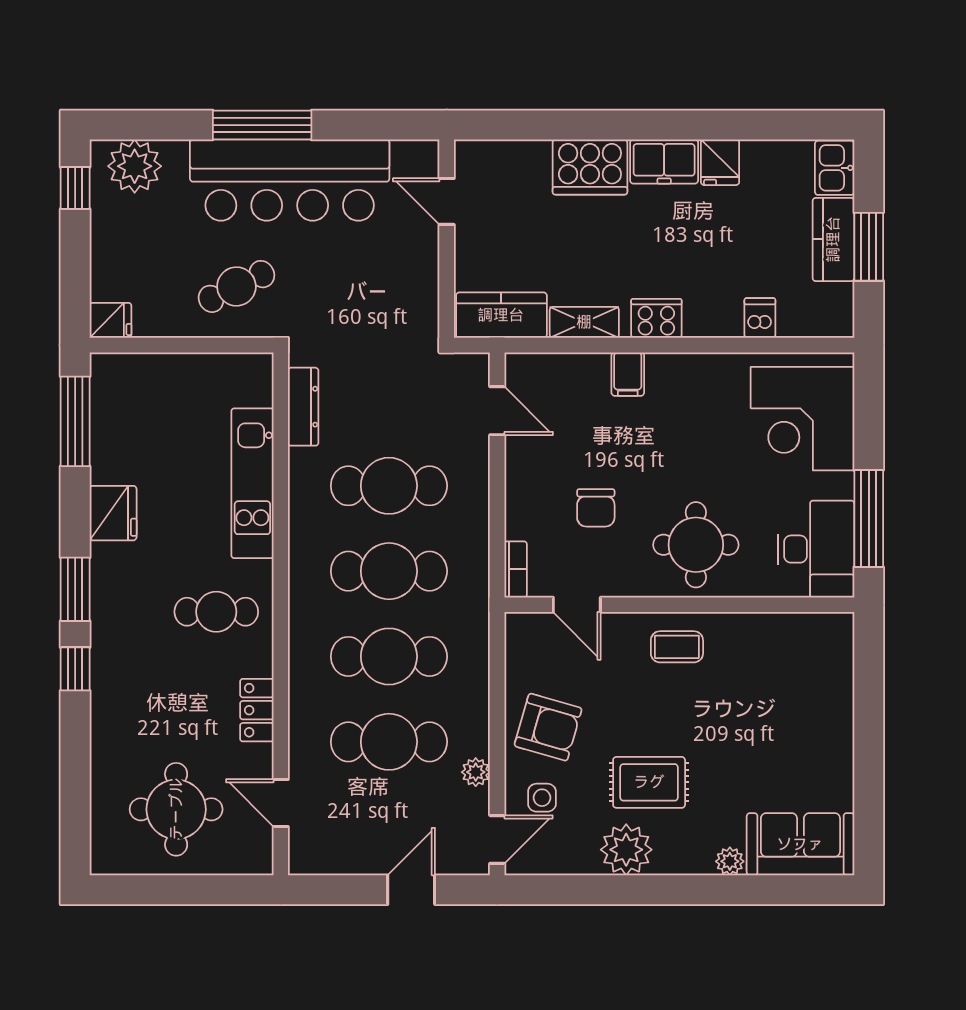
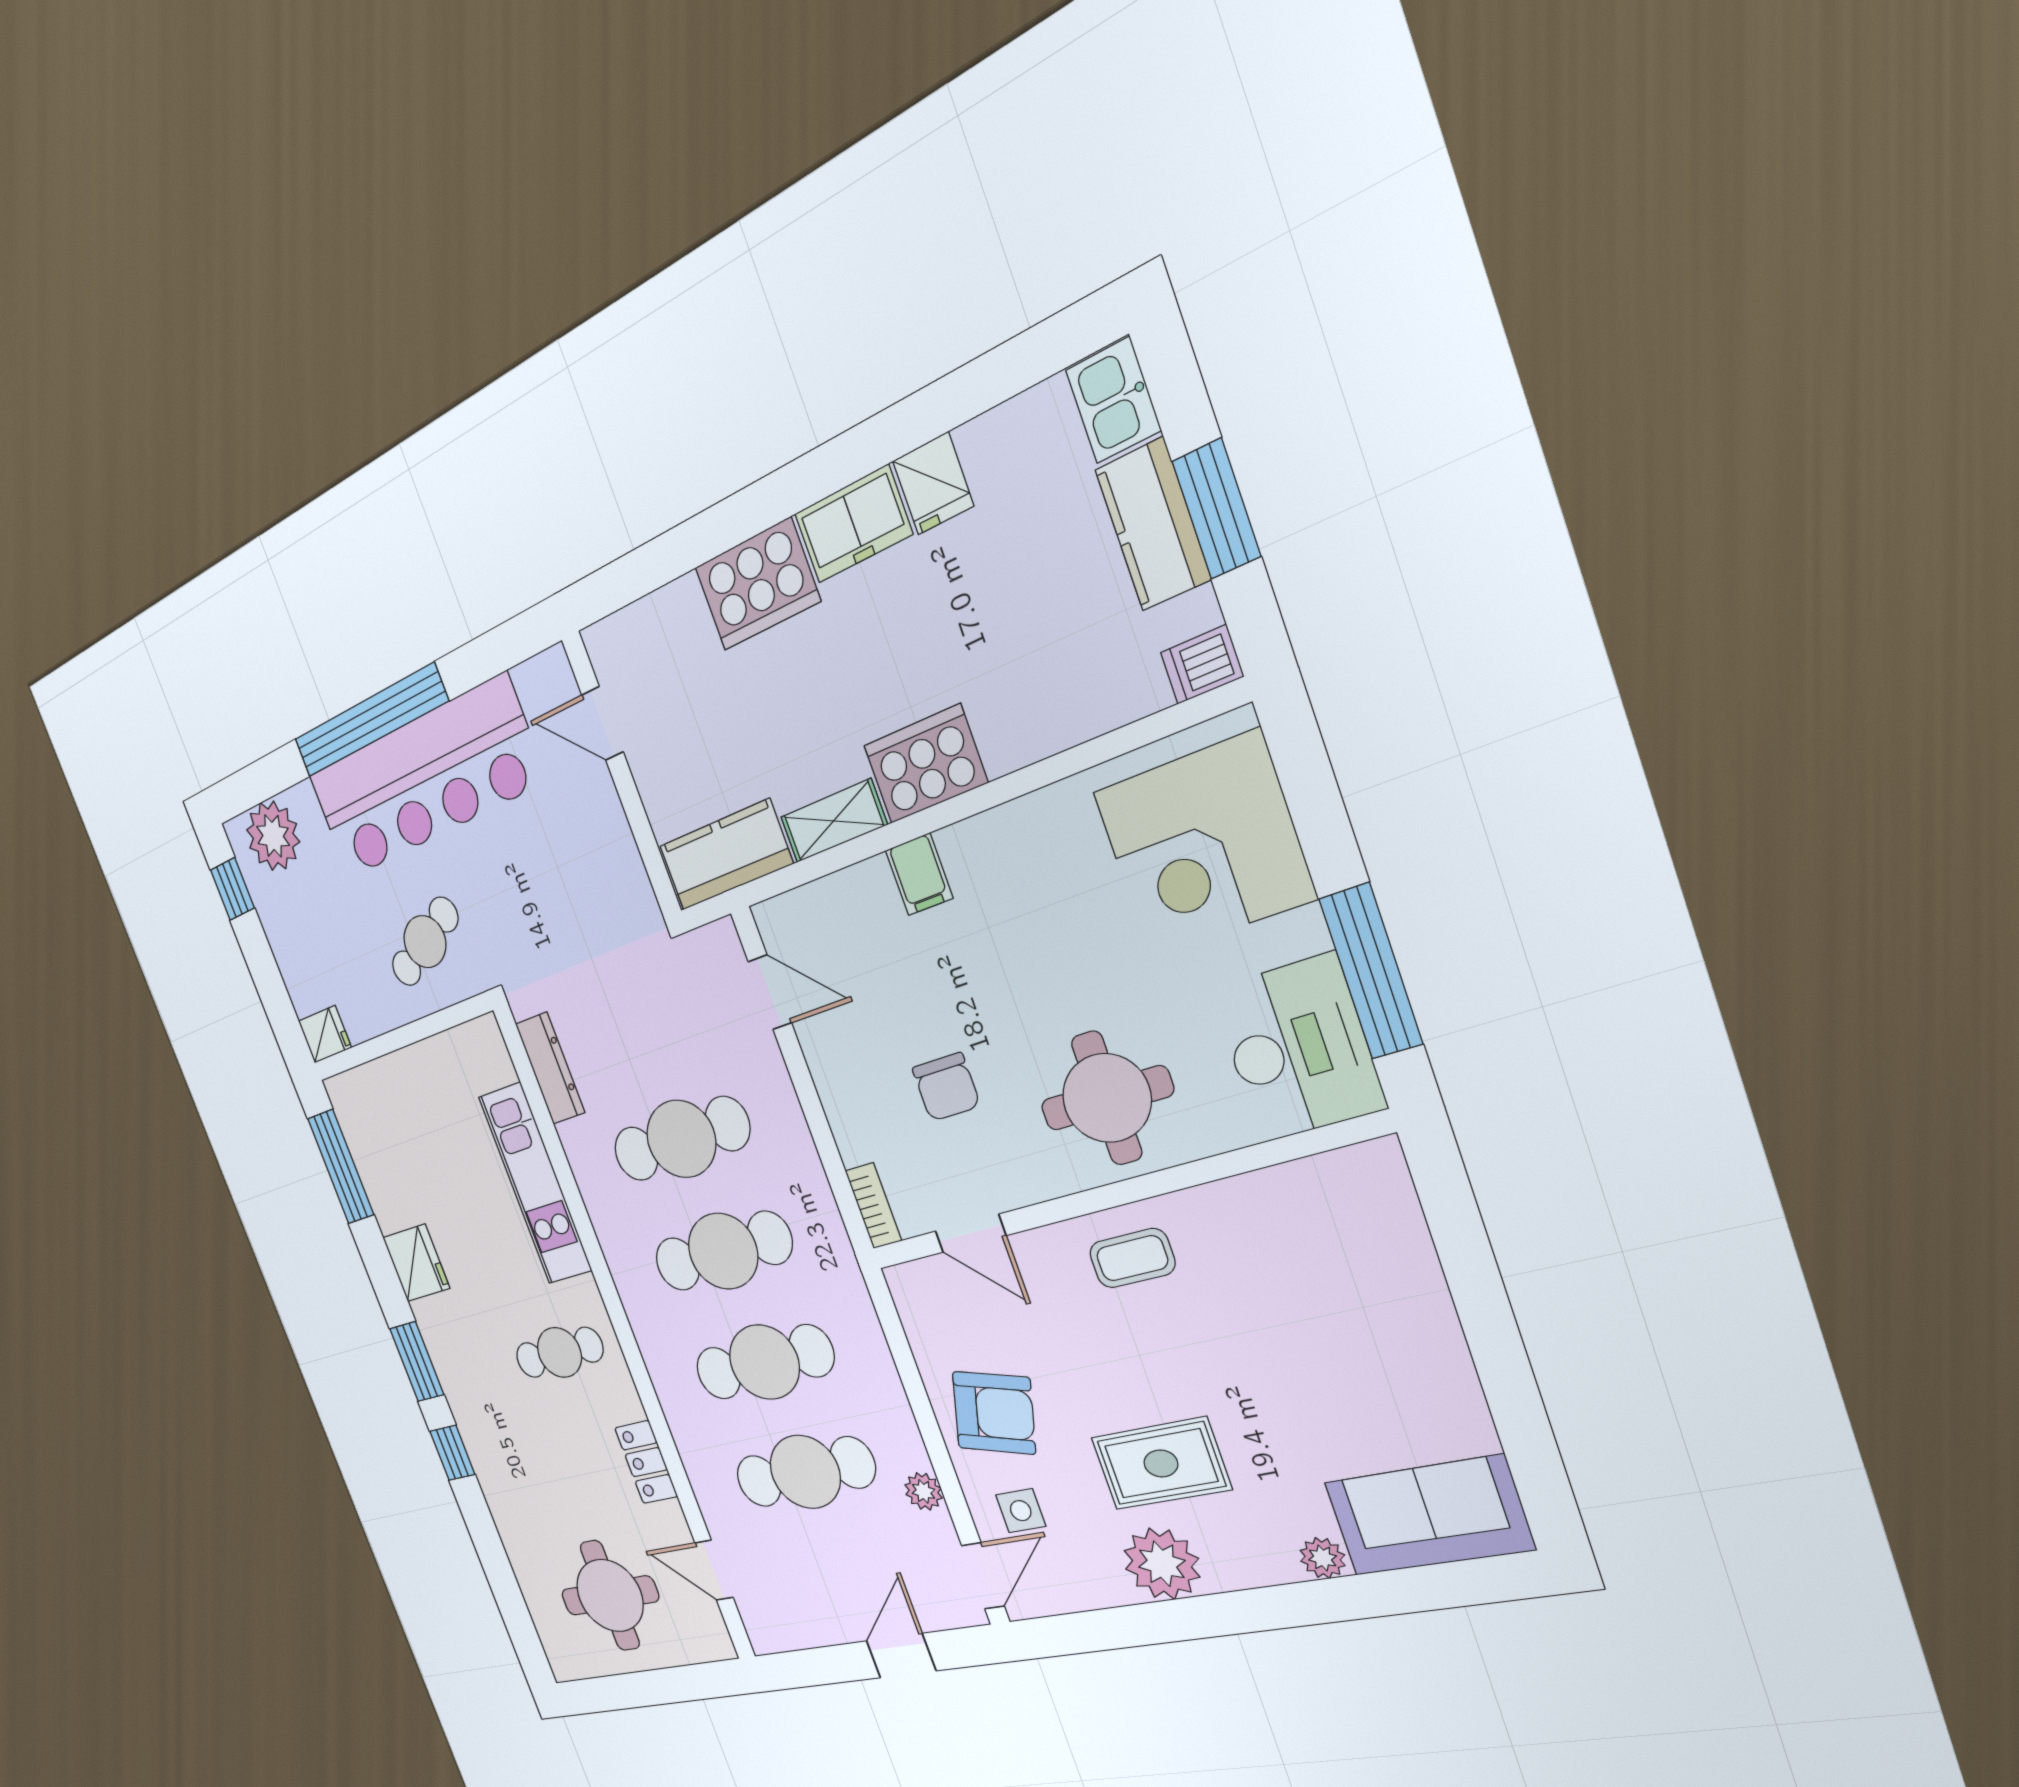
window: (262, 125) -> (370, 721), width x1.46
cooker: (656, 318) -> (925, 764), width x1.37, depth x1.31
dishwasher: (760, 318) -> (1202, 665), moved, turned -90

